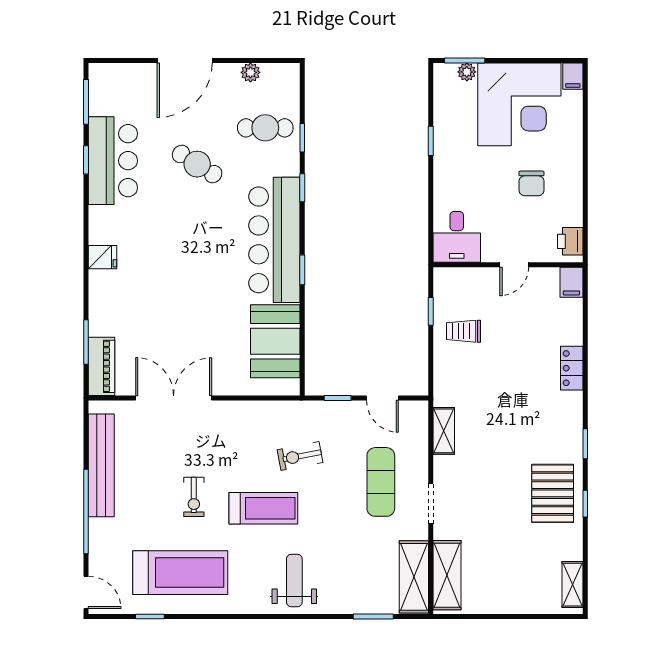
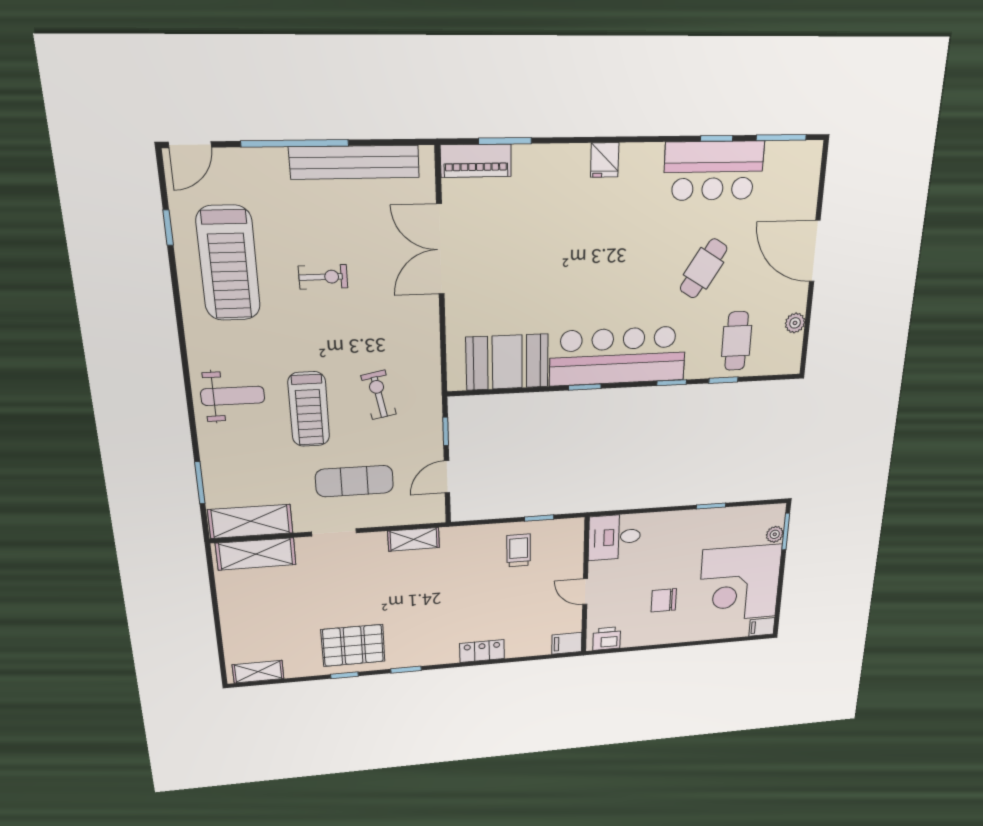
double door: (174, 398) -> (440, 249), swing flipped
exercise bike: (194, 497) -> (323, 277), turned 180
treadmill: (263, 508) -> (309, 409), moved

